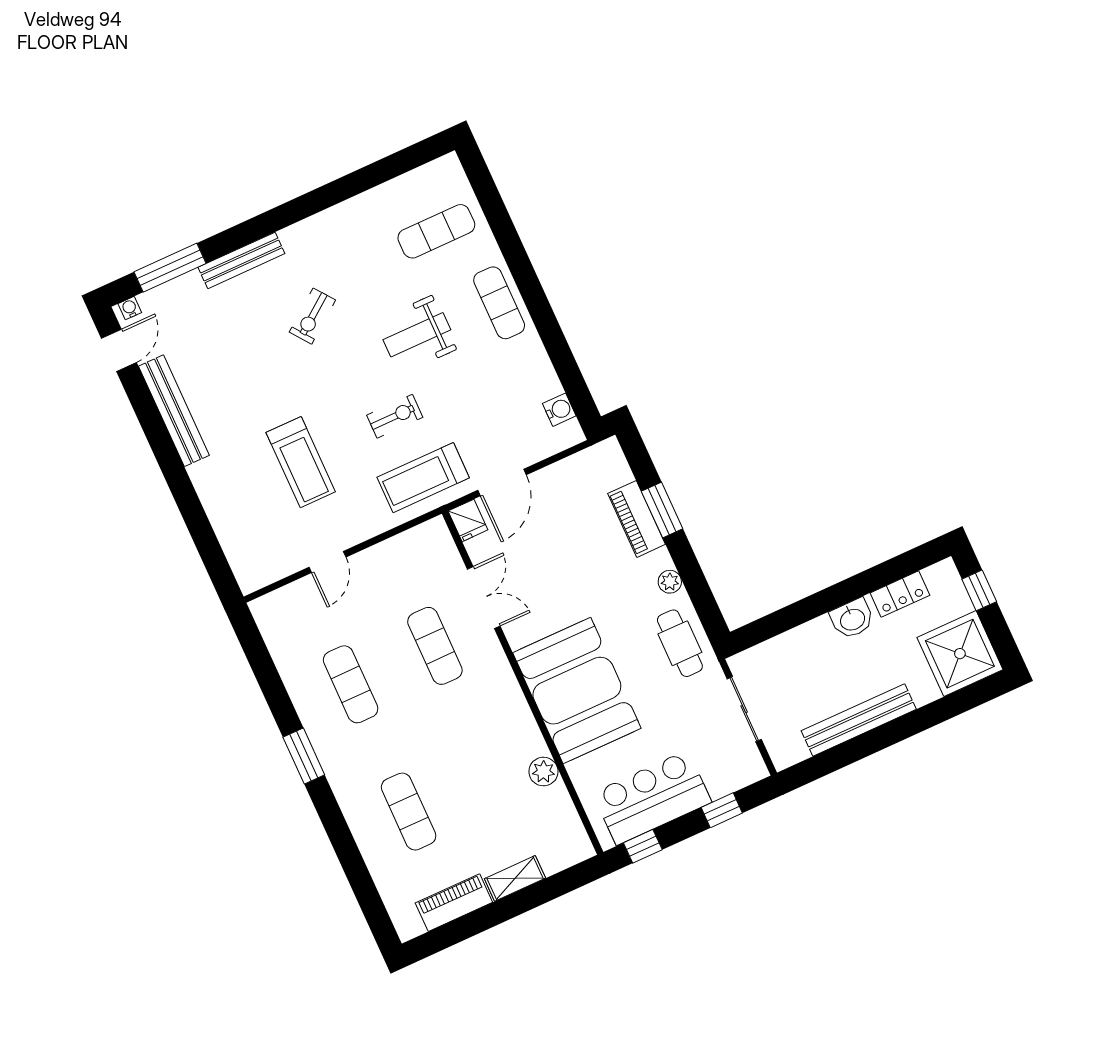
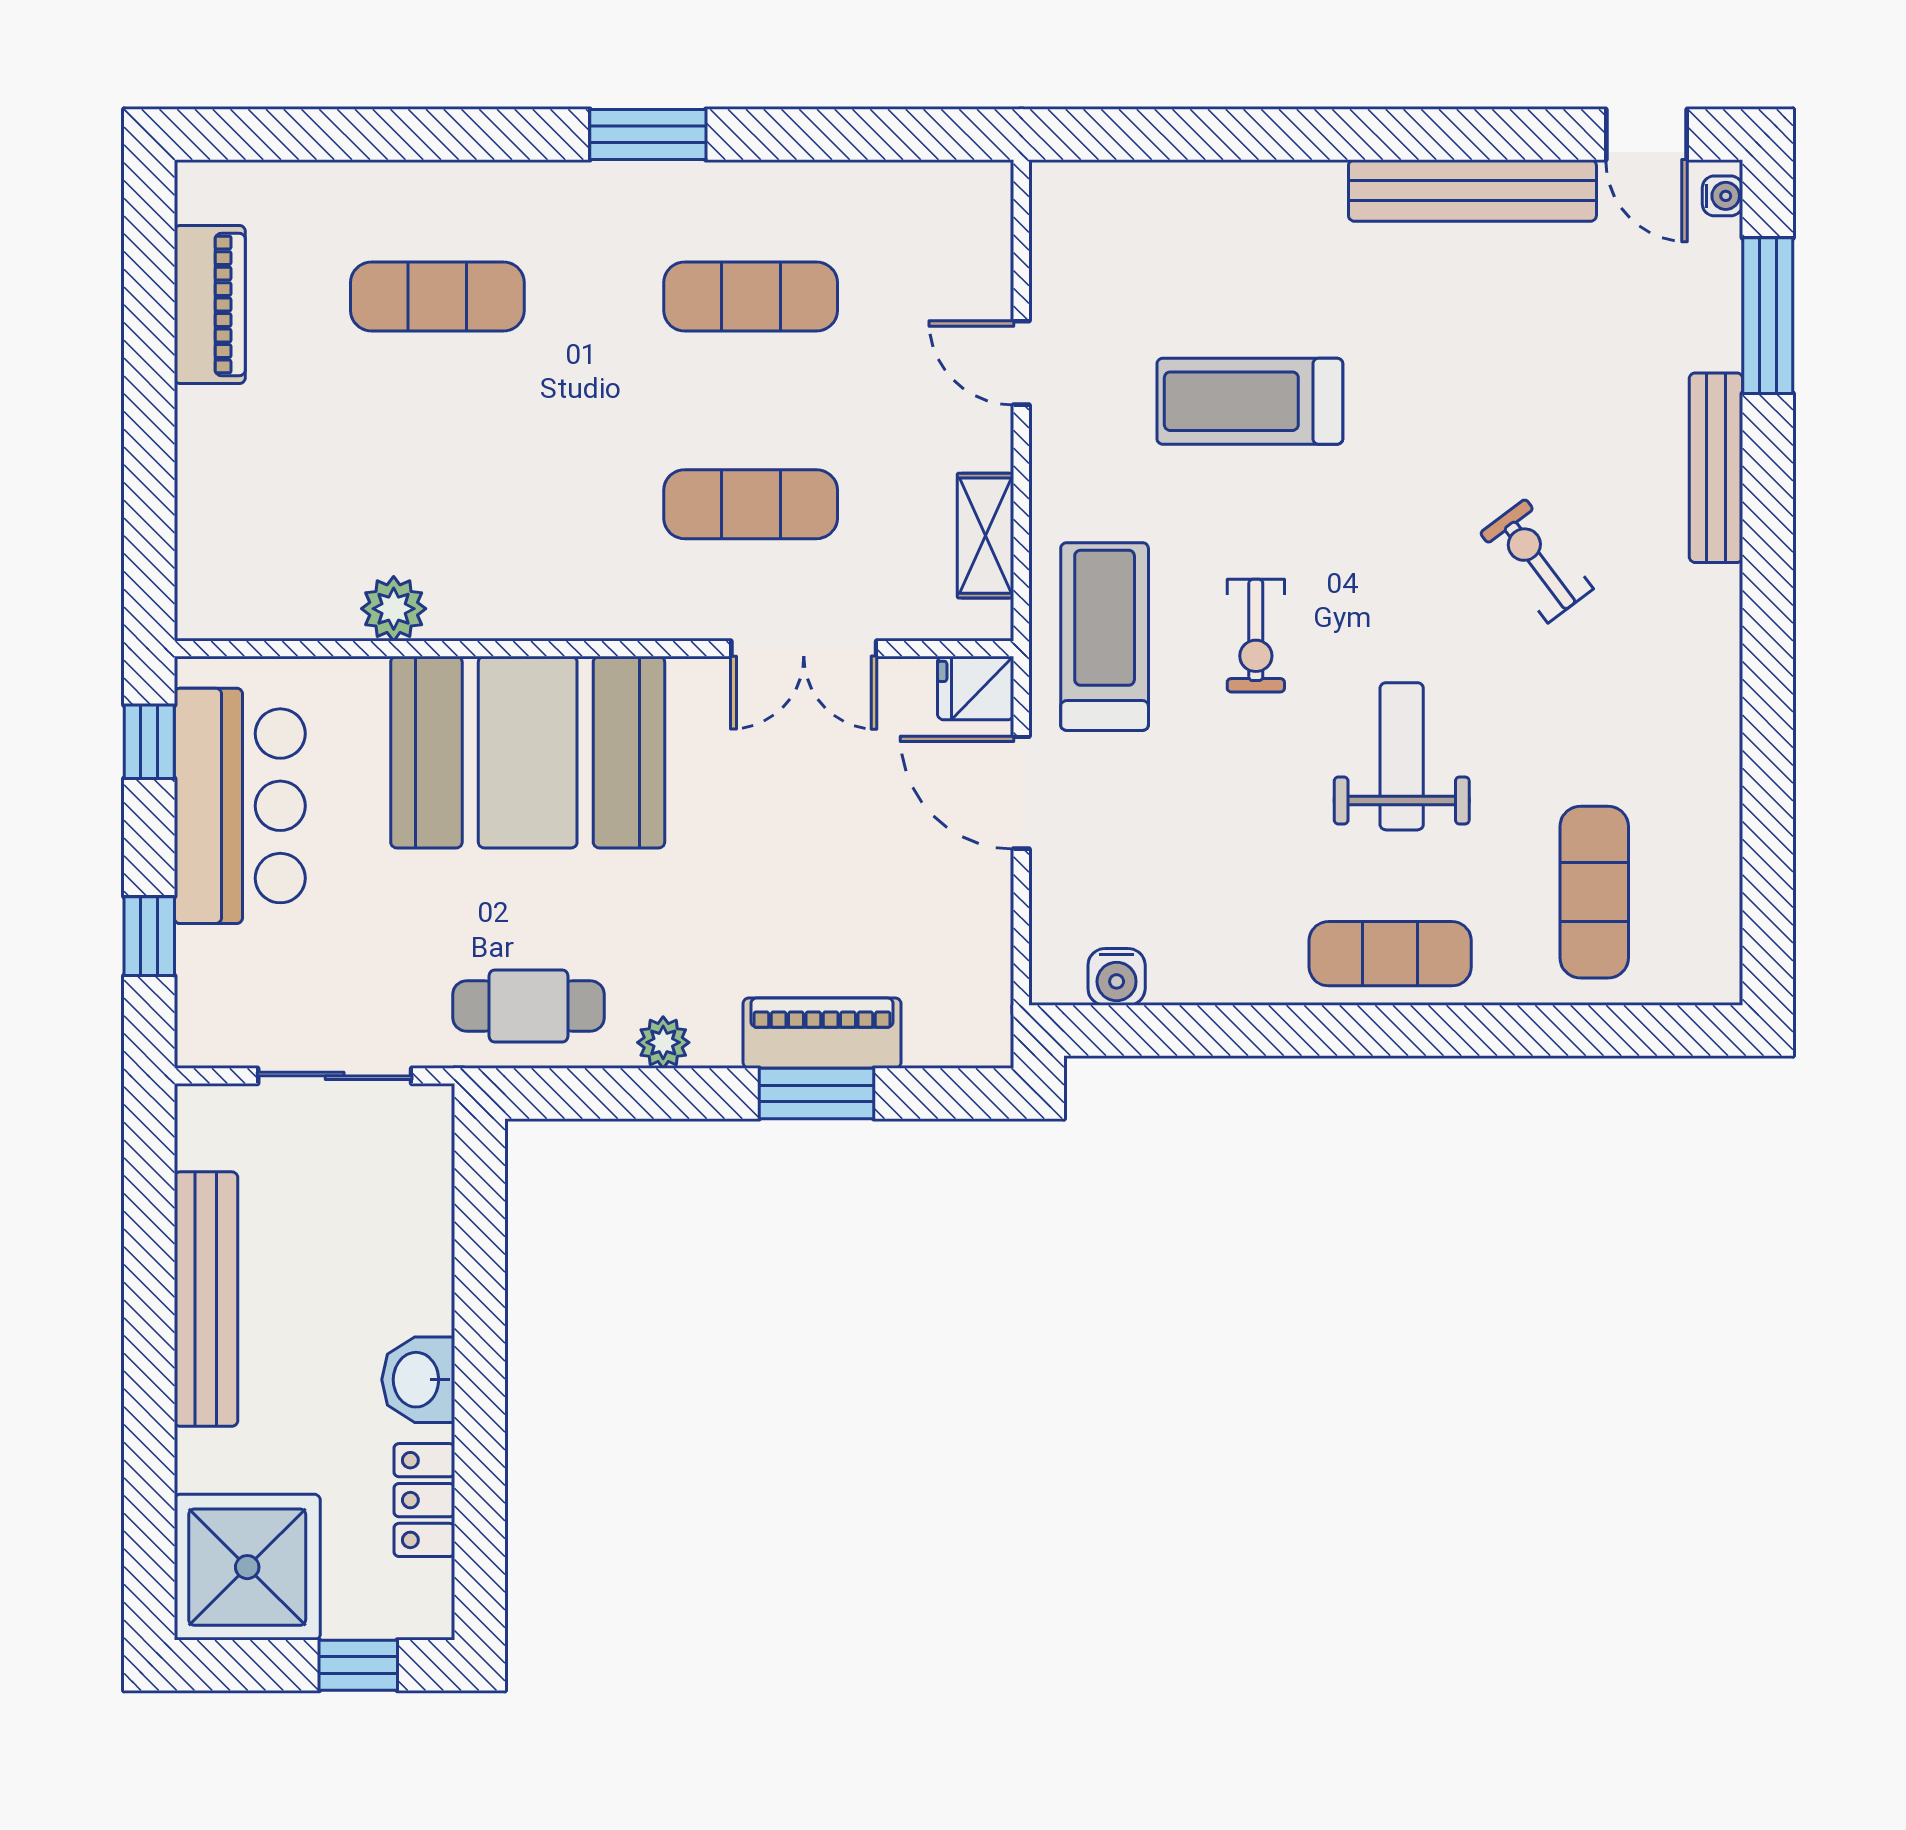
shelving: (515, 878) -> (986, 536), moved

